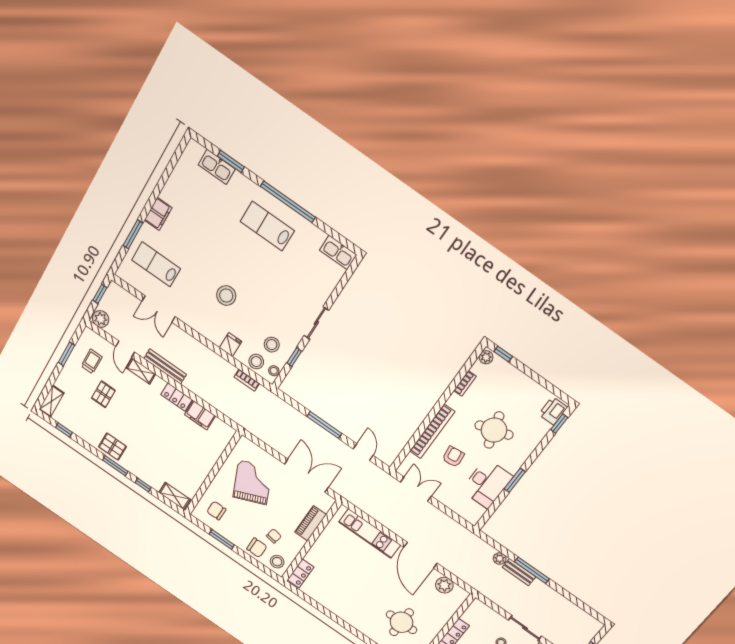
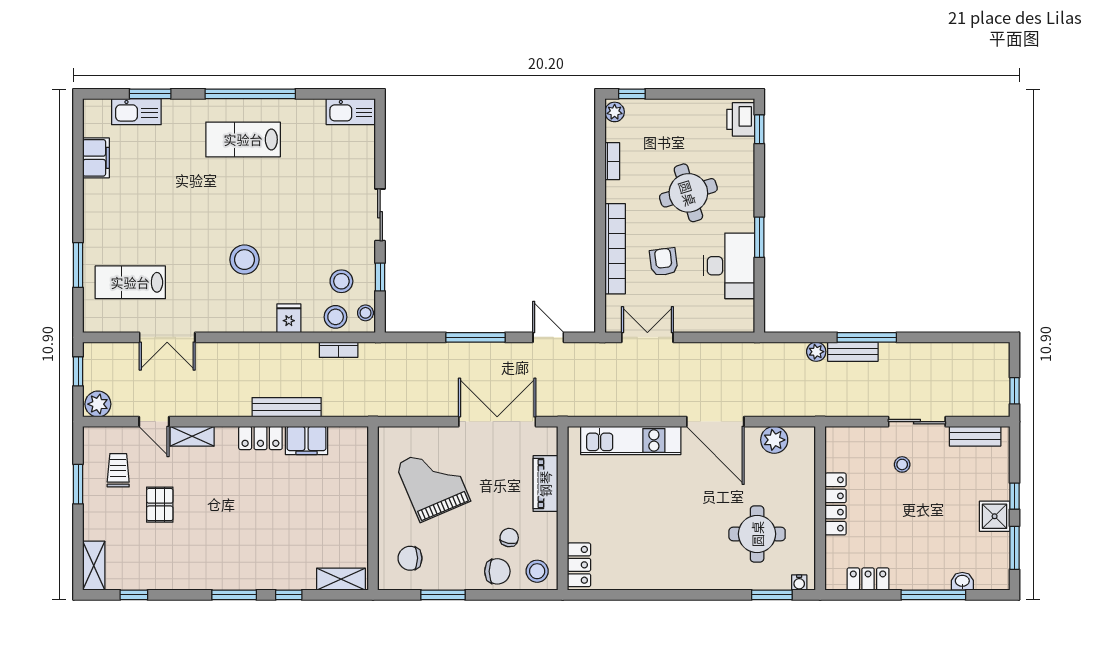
filing cabinet: (158, 214) -> (96, 158), moved
bench: (165, 366) -> (287, 407), moved
pallet: (113, 447) -> (215, 570), removed

